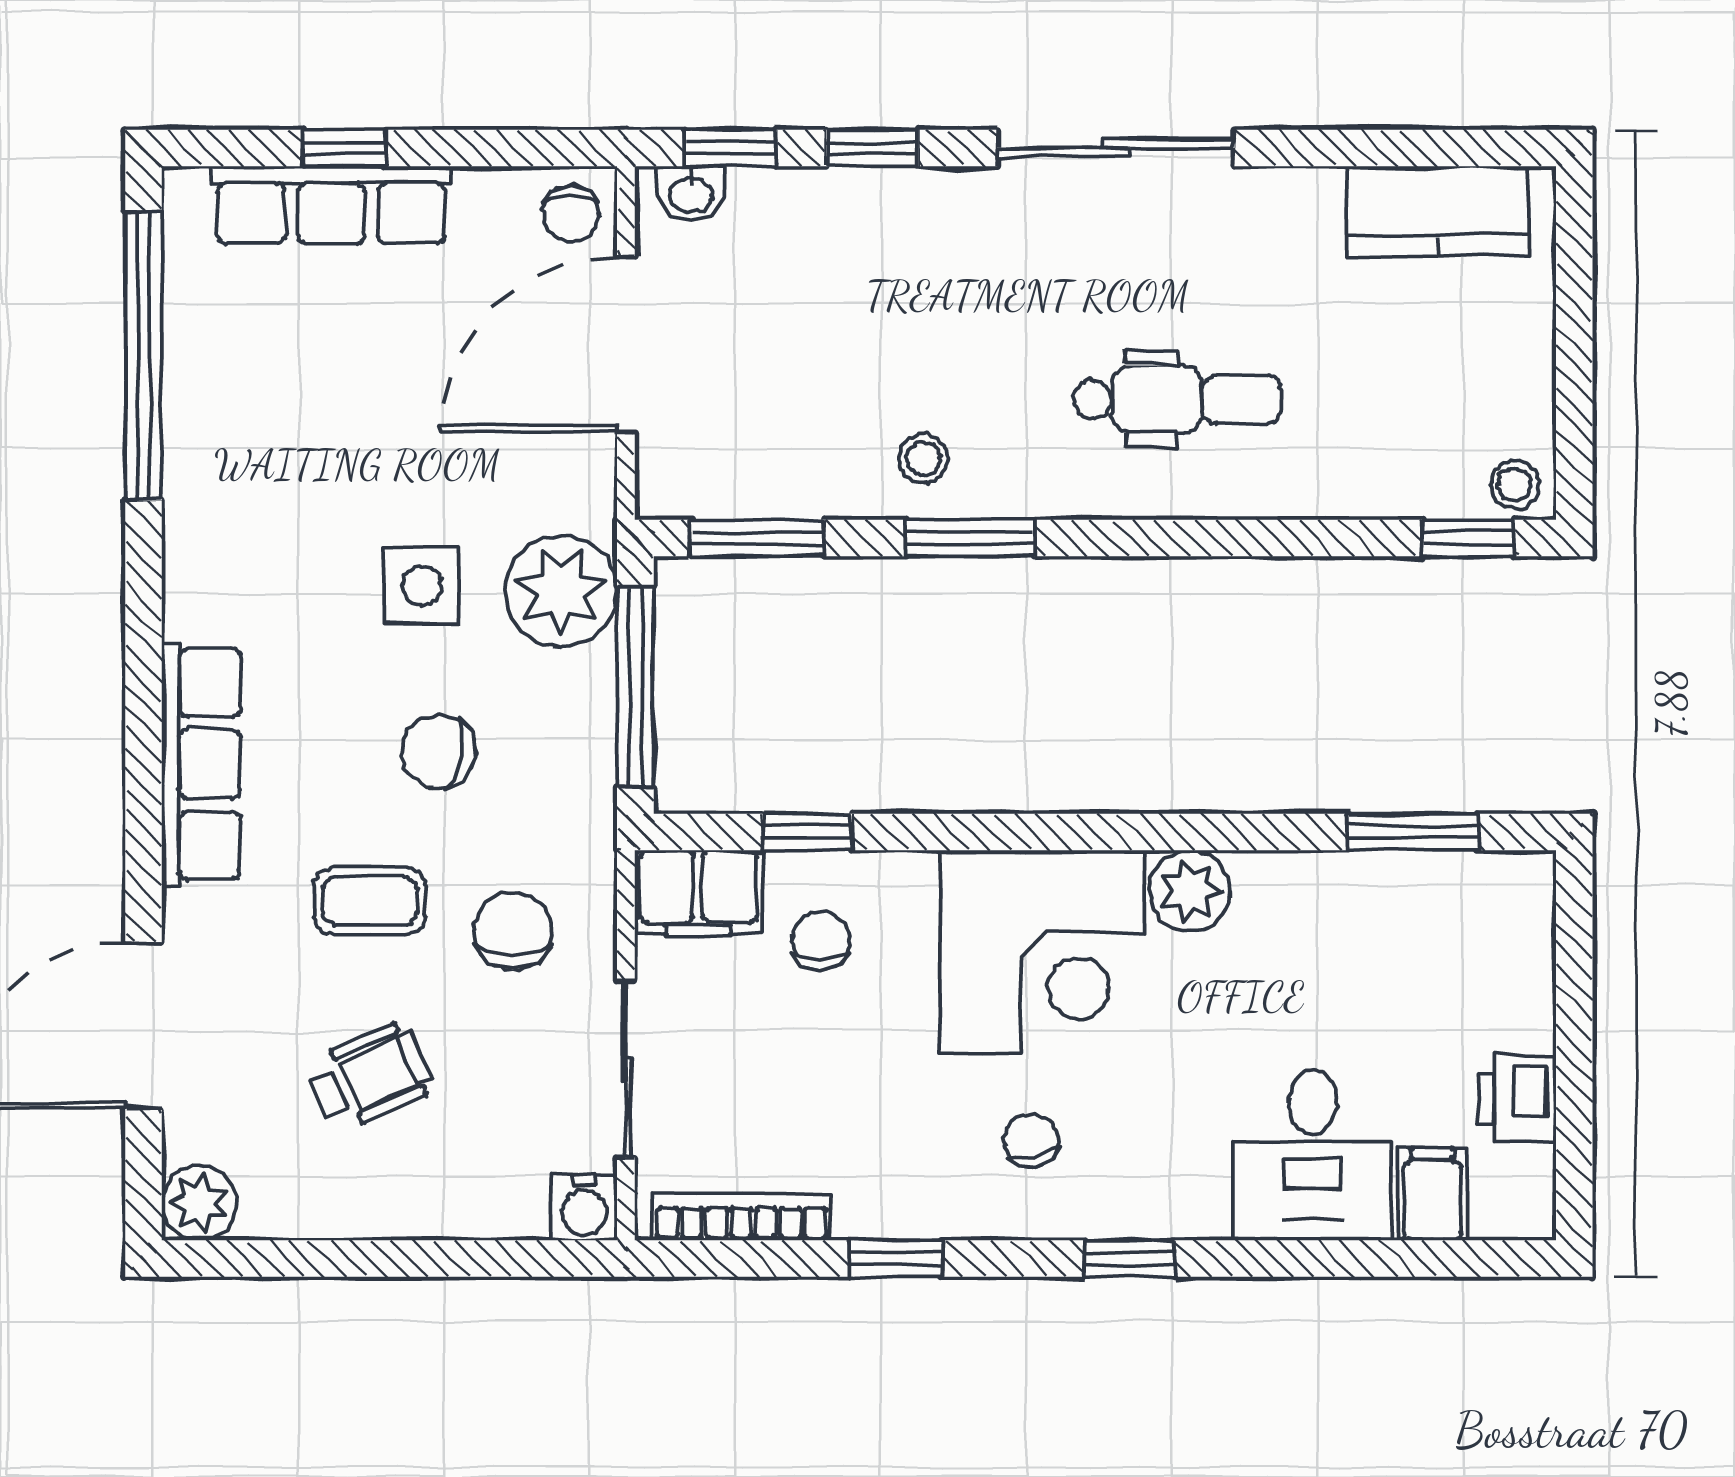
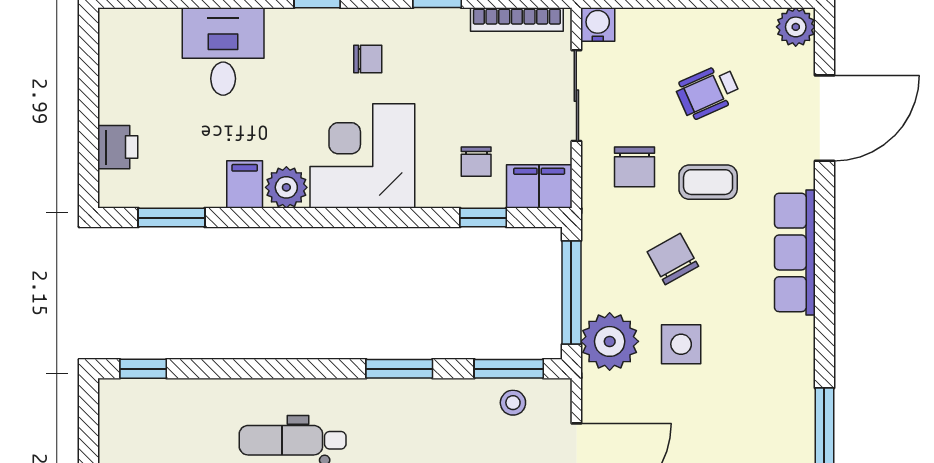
stool: (923, 459) -> (513, 403), moved
stool: (1515, 485) -> (119, 396), removed
chair: (438, 752) -> (673, 259), turned -128
printer: (1517, 1098) -> (118, 147), moved
chair: (1031, 1141) -> (368, 59), turned -78
filing cabinet: (1432, 1194) -> (245, 184), moved, turned 180

